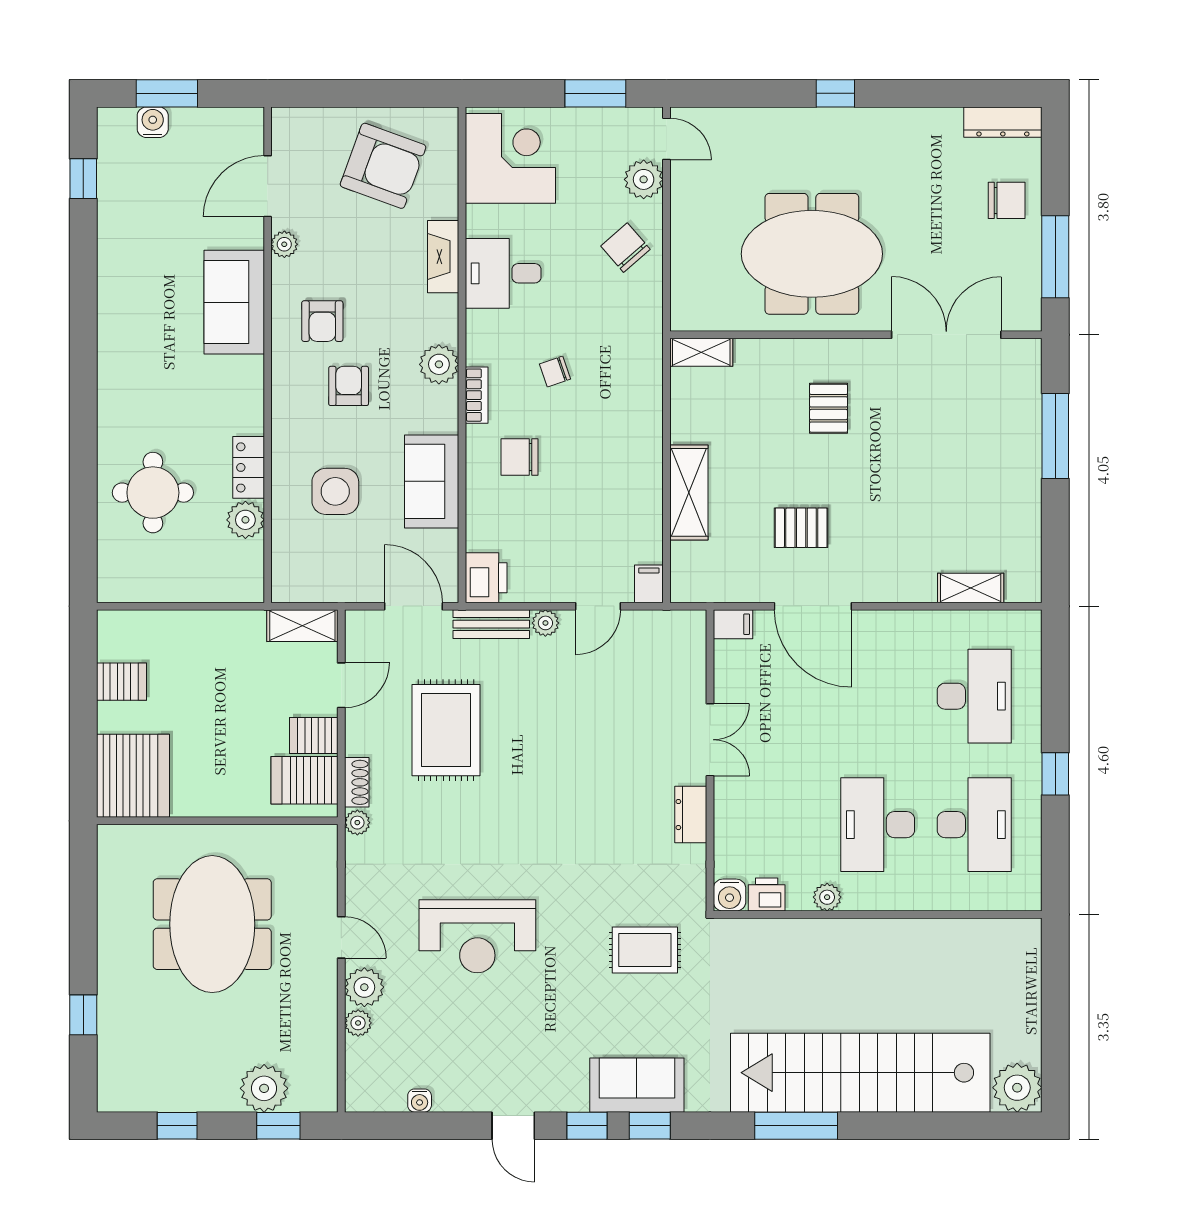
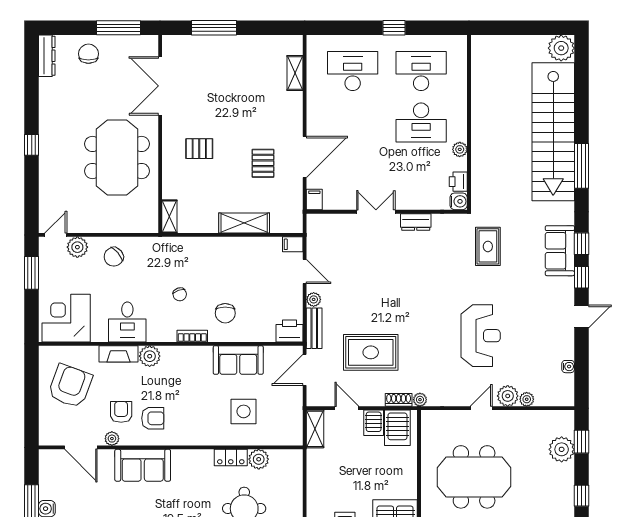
plant: (439, 364) -> (150, 356), moved
armchair: (349, 386) -> (121, 412), moved, turned 90

